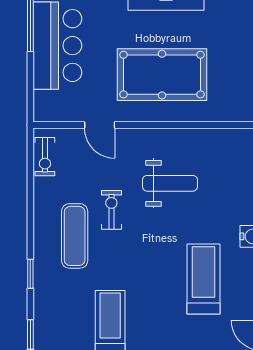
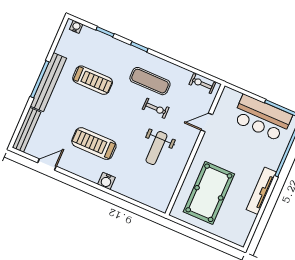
pool table: (162, 75) -> (209, 193), moved
treadmill: (203, 279) -> (94, 144), turned 180

